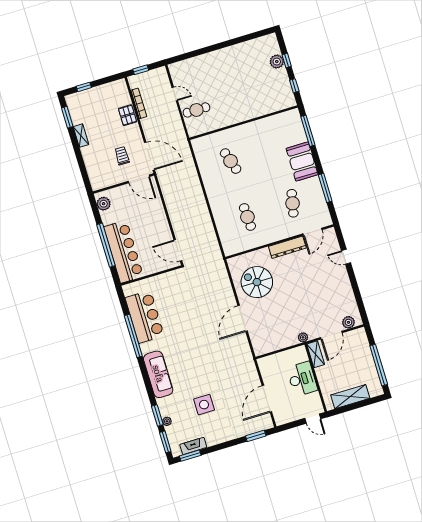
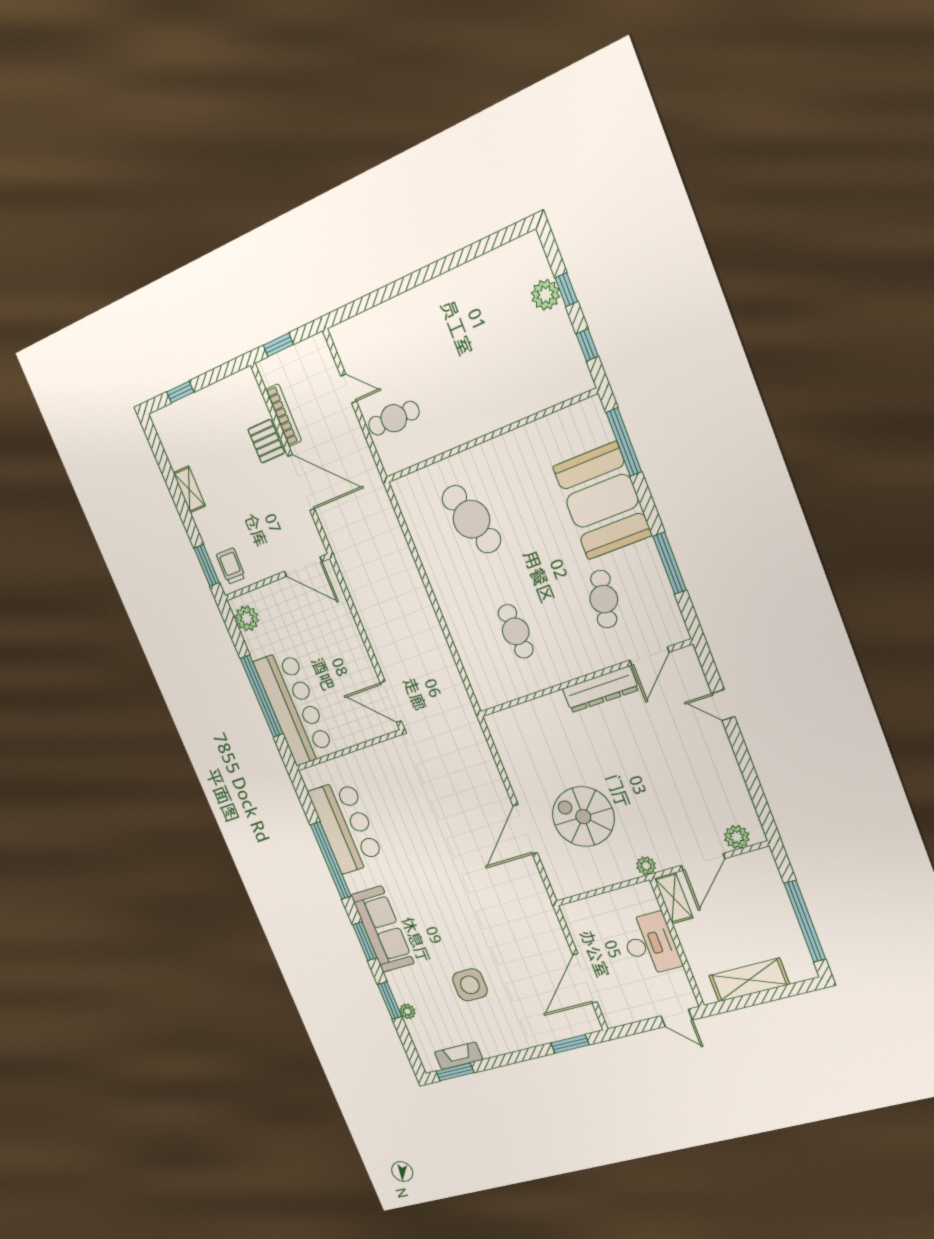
window: (67, 117) -> (207, 565), moved
trolley: (122, 156) -> (231, 566), moved
door: (150, 156) -> (301, 482), moved
cafe table: (231, 161) -> (471, 519), width x1.37, depth x1.35
booth: (302, 161) -> (602, 501), width x1.36, depth x1.42
spiral stairs: (257, 282) -> (583, 817), moved
window: (165, 442) -> (365, 941), moved

